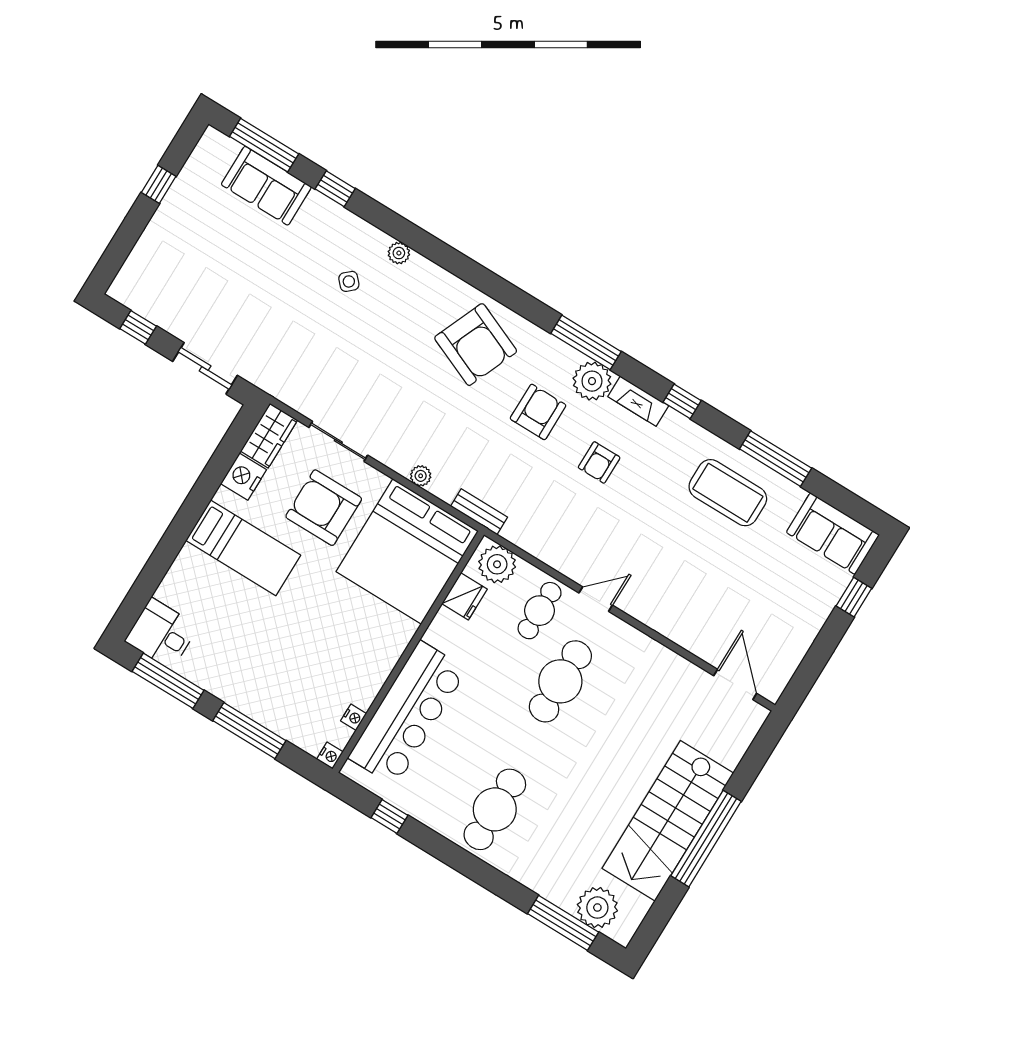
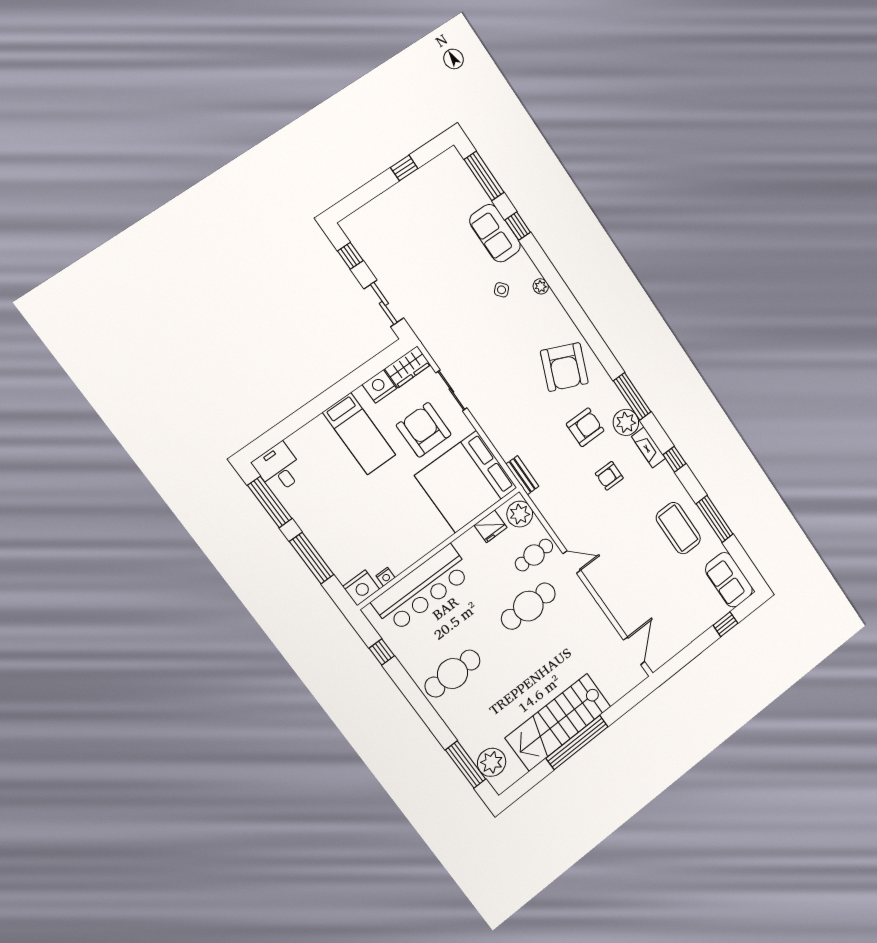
sofa: (266, 186) -> (495, 233), moved
plant: (421, 476) -> (495, 436), removed
nightstand: (330, 756) -> (361, 588), width x1.89, depth x1.79

